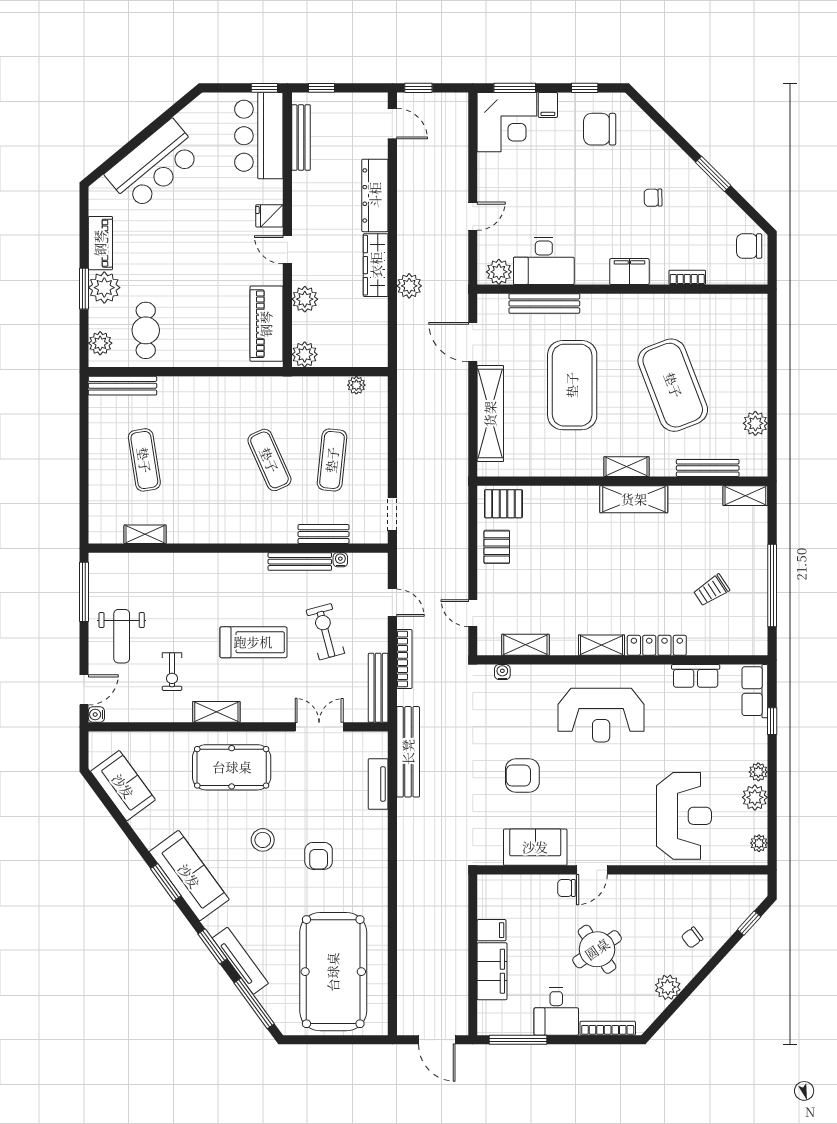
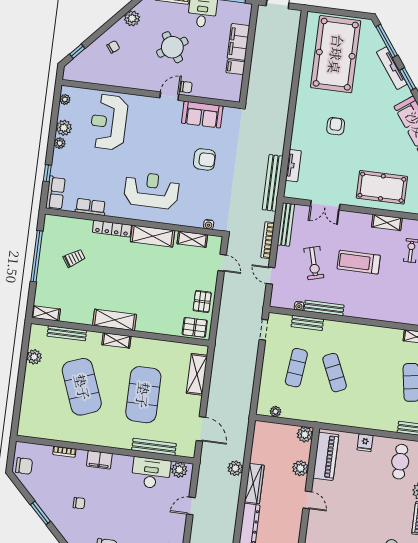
fridge: (269, 216) -> (365, 443), moved, turned 90
shelving: (490, 414) -> (197, 374), width x0.68
shelving: (601, 645) -> (153, 236), width x1.50, depth x1.33
stool: (263, 840) -> (369, 140), removed

